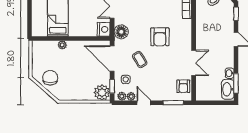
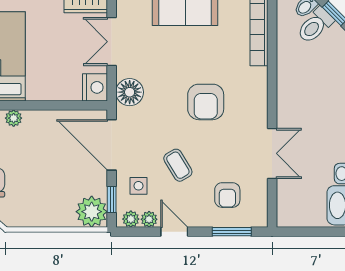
coffee table: (140, 60) -> (178, 165), moved
armchair: (183, 86) -> (227, 195), moved

